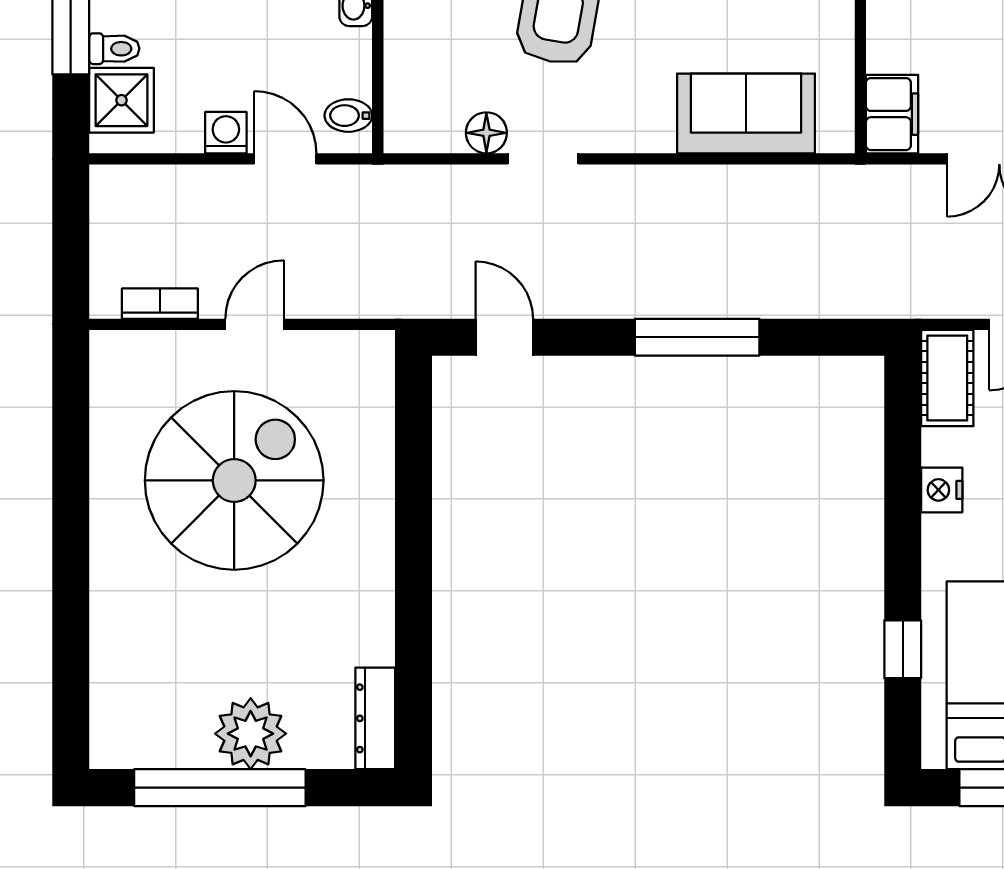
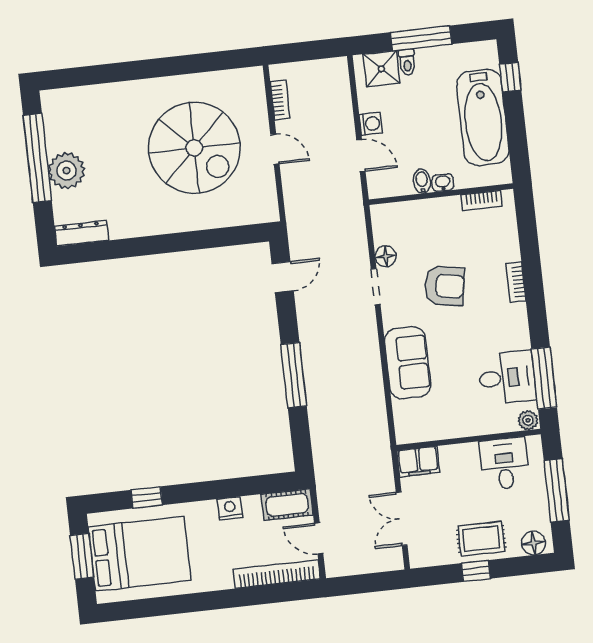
sofa: (746, 113) -> (408, 363), moved
bidet: (348, 116) -> (422, 181), moved
door: (285, 159) -> (361, 155), hinge flipped

